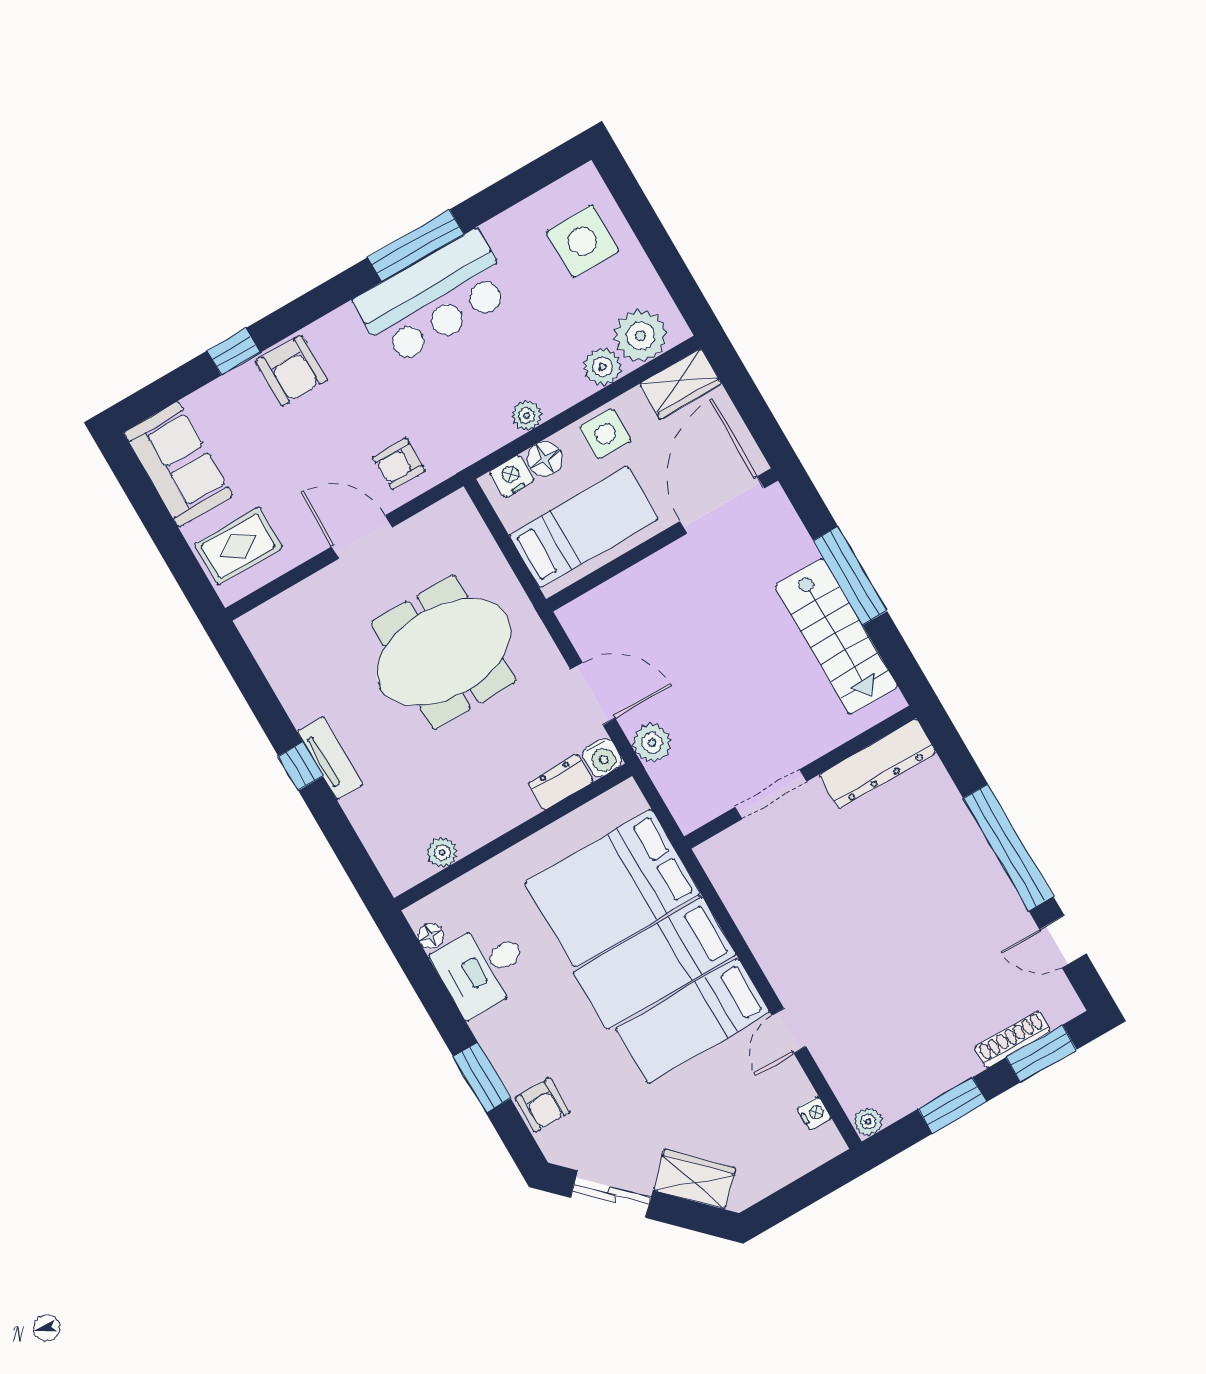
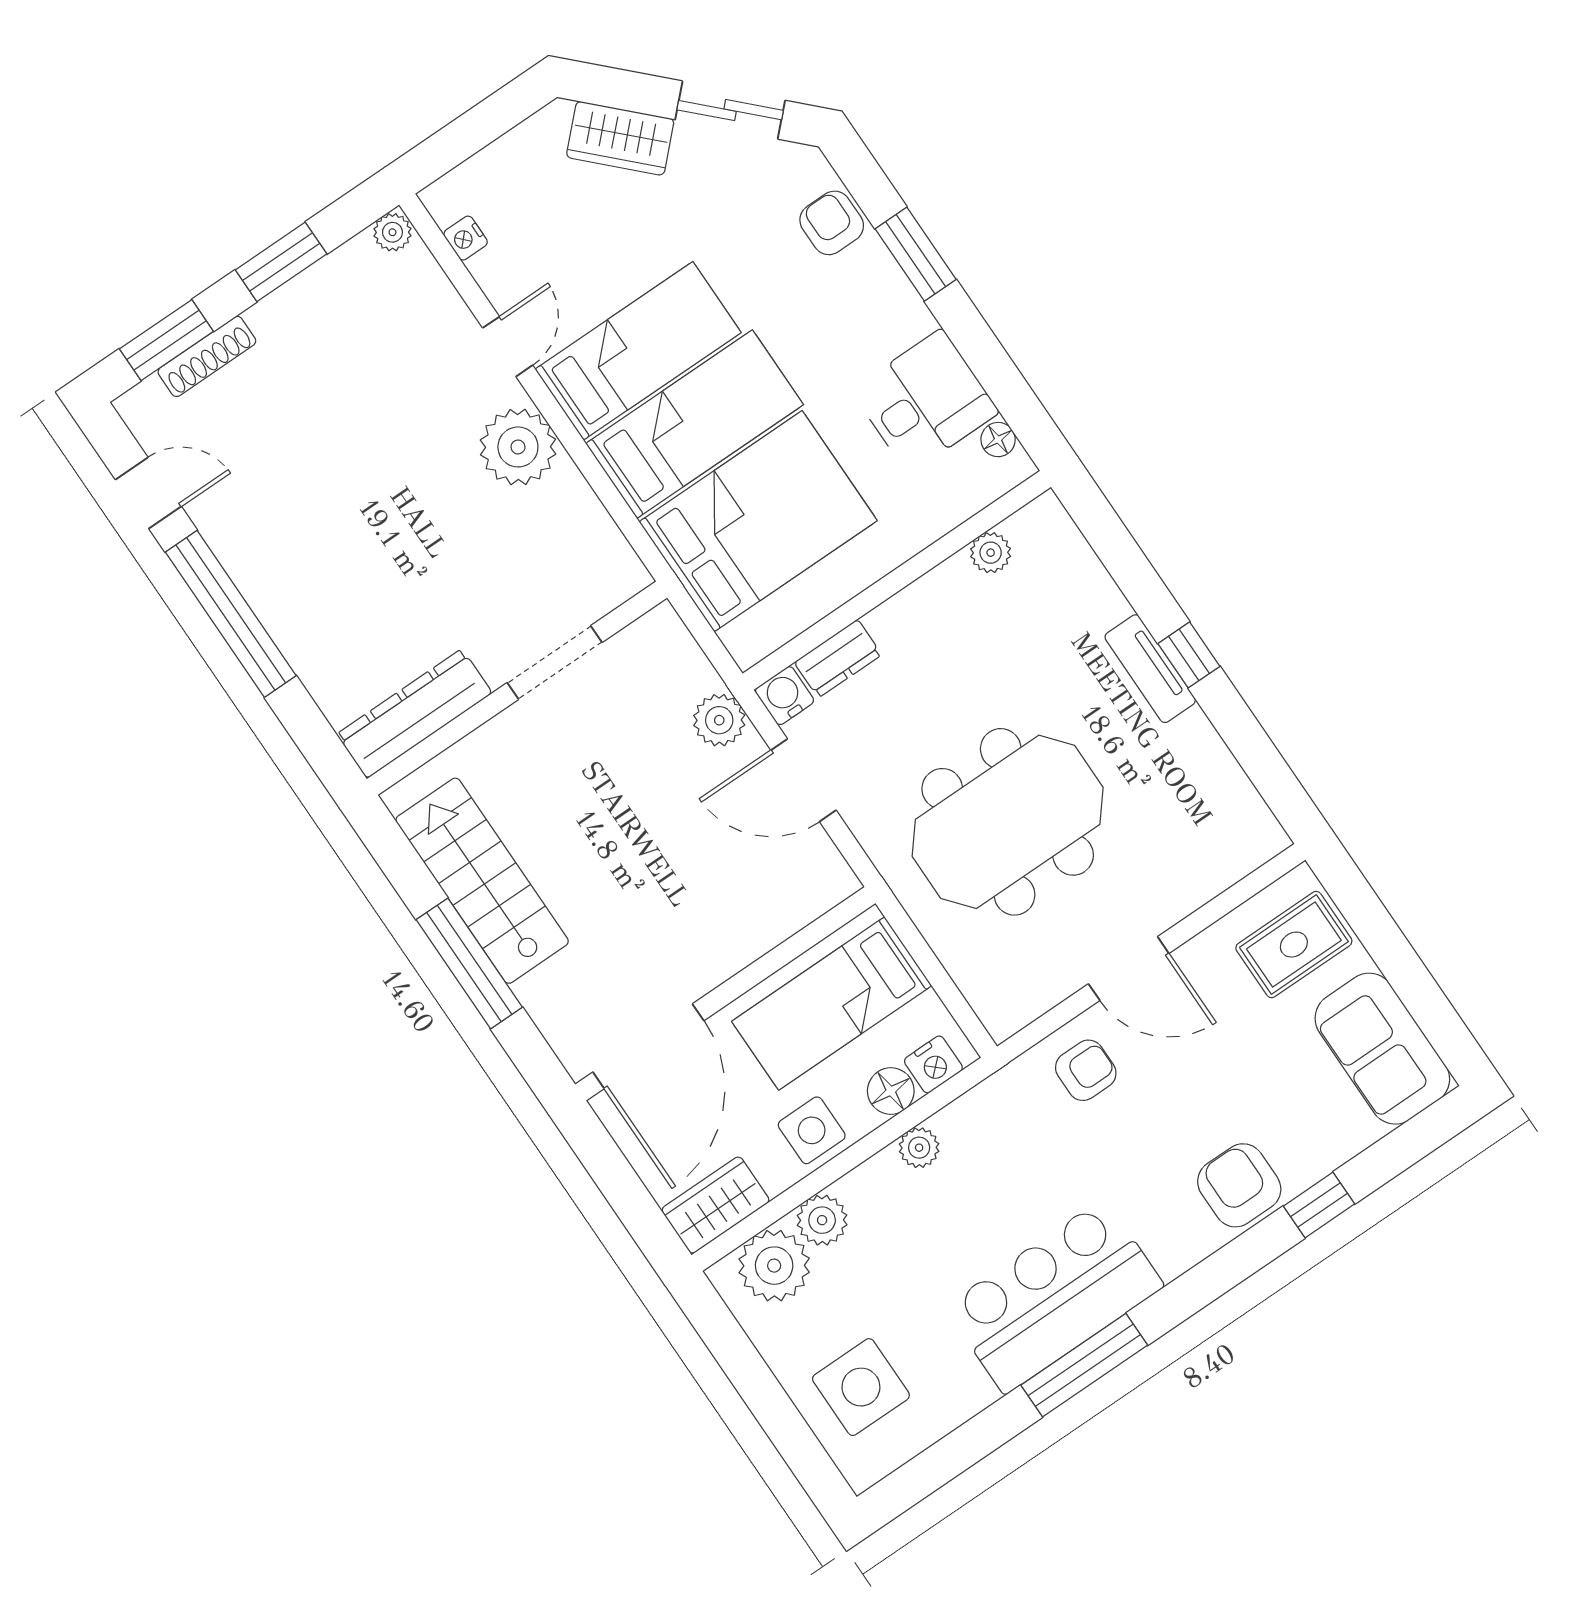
plant: (787, 956) -> (518, 447), added

